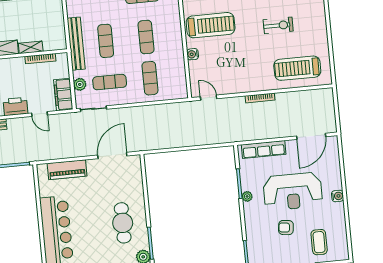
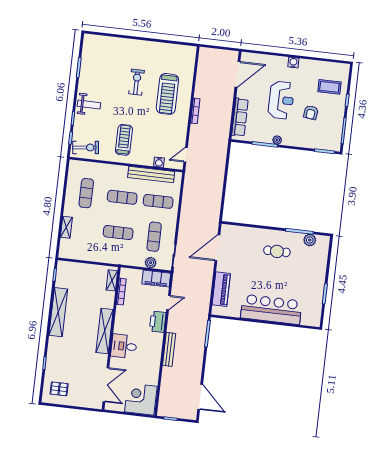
treadmill: (211, 25) -> (124, 140), width x0.73, depth x0.73
bench: (76, 44) -> (151, 174), moved
shelving: (31, 47) -> (112, 280), moved
water cooler: (193, 54) -> (159, 162), moved
treadmill: (297, 68) -> (167, 94), moved
door: (311, 136) -> (237, 74), hinge flipped
door: (112, 155) -> (217, 248), hinge flipped
reception desk: (293, 191) -> (281, 100), width x0.74, depth x0.77
cafe table: (123, 223) -> (277, 251), width x0.73, depth x0.74

